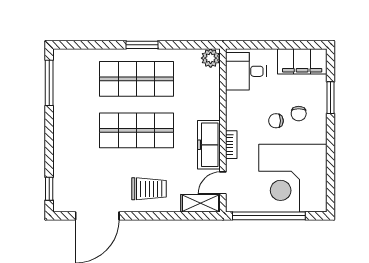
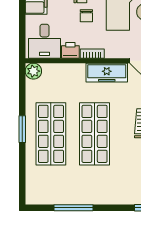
window: (49, 83) -> (73, 208), moved
printer: (235, 102) -> (70, 50), added
bookcase: (231, 145) -> (92, 54), moved

